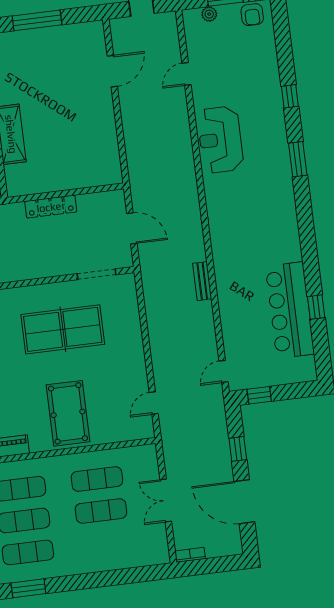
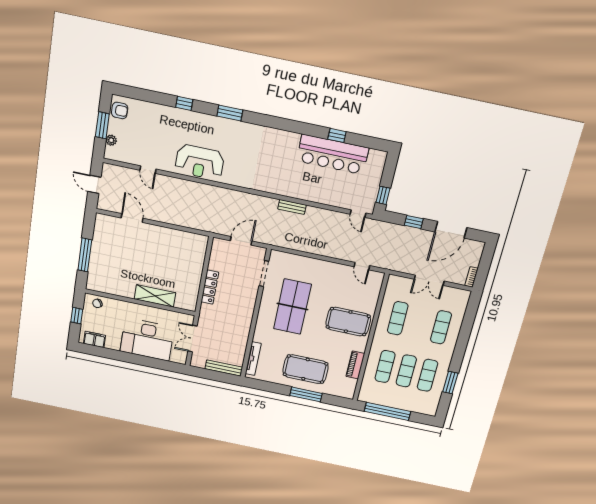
exercise mat: (101, 511) -> (441, 327), moved

